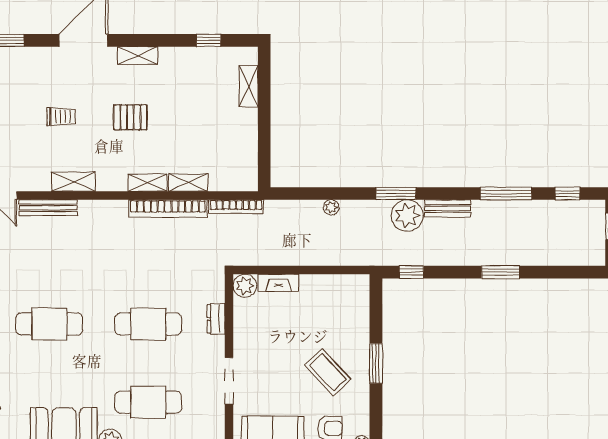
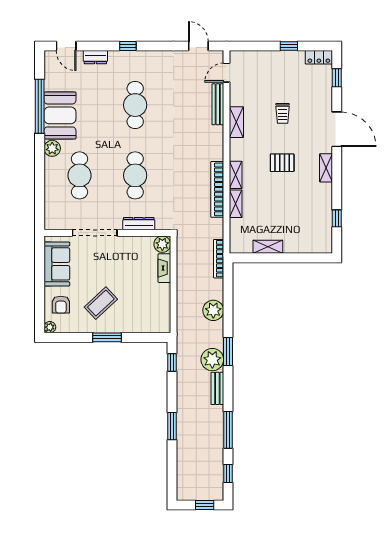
shelving: (249, 86) -> (268, 247), moved
pallet: (130, 117) -> (282, 163), turned 90
bookcase: (236, 207) -> (219, 259), moved
plant: (331, 207) -> (213, 310), width x1.88, depth x1.88
dresser: (216, 319) -> (139, 224), width x1.44
doorway: (229, 381) -> (95, 233), width x1.36

